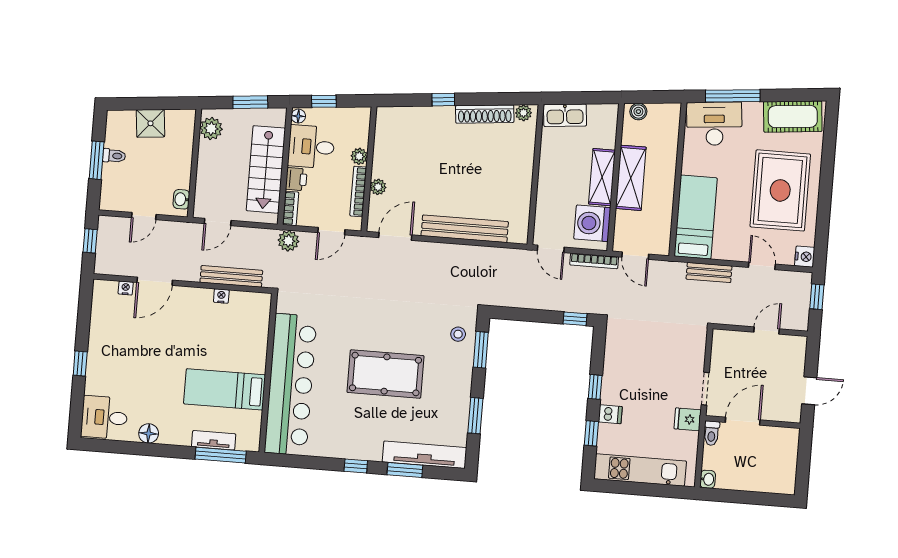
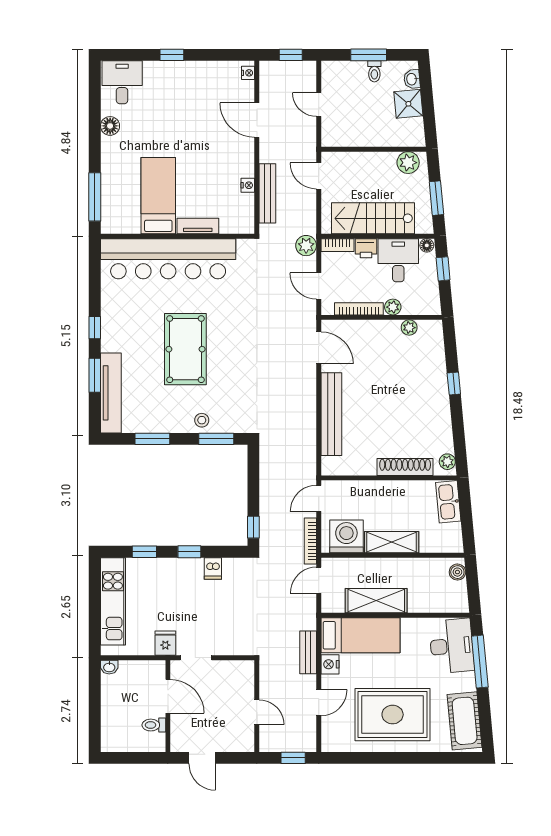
shoe rack: (485, 114) -> (405, 467), moved, turned 95
shelving: (631, 178) -> (376, 601), moved
plant: (378, 187) -> (409, 328), moved
washbasin: (181, 199) -> (412, 79), moved, turned -95
nightstand: (805, 257) -> (330, 664), moved, turned 90
nightstand: (126, 288) -> (248, 73), moved
stool: (458, 334) -> (202, 420), moved
dishwasher: (610, 414) -> (213, 568), moved
toilet: (712, 433) -> (154, 725), moved
tv unit: (214, 440) -> (198, 226), moved, turned -90

